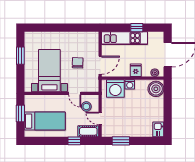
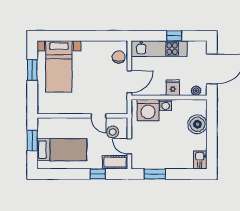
chair: (78, 63) -> (119, 57), moved
bed with nightstands: (49, 71) -> (59, 67), moved, turned 180
boiler: (156, 89) -> (197, 124), moved

